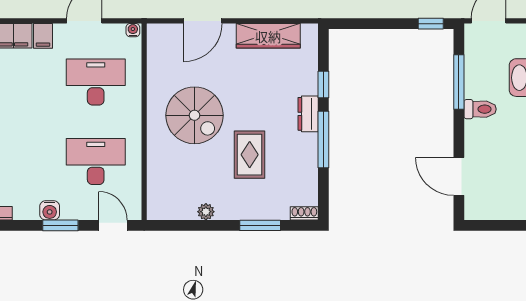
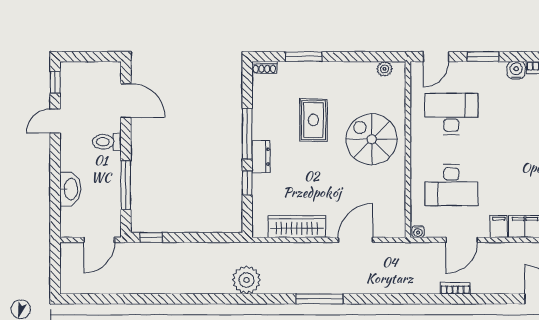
toilet: (480, 109) -> (107, 142), moved
spiral stairs: (194, 115) -> (372, 139), moved
desk: (96, 161) -> (451, 114), turned 180
water cooler: (50, 210) -> (516, 70), moved
plant: (206, 212) -> (384, 69), moved
door: (113, 225) -> (436, 57), hinge flipped

